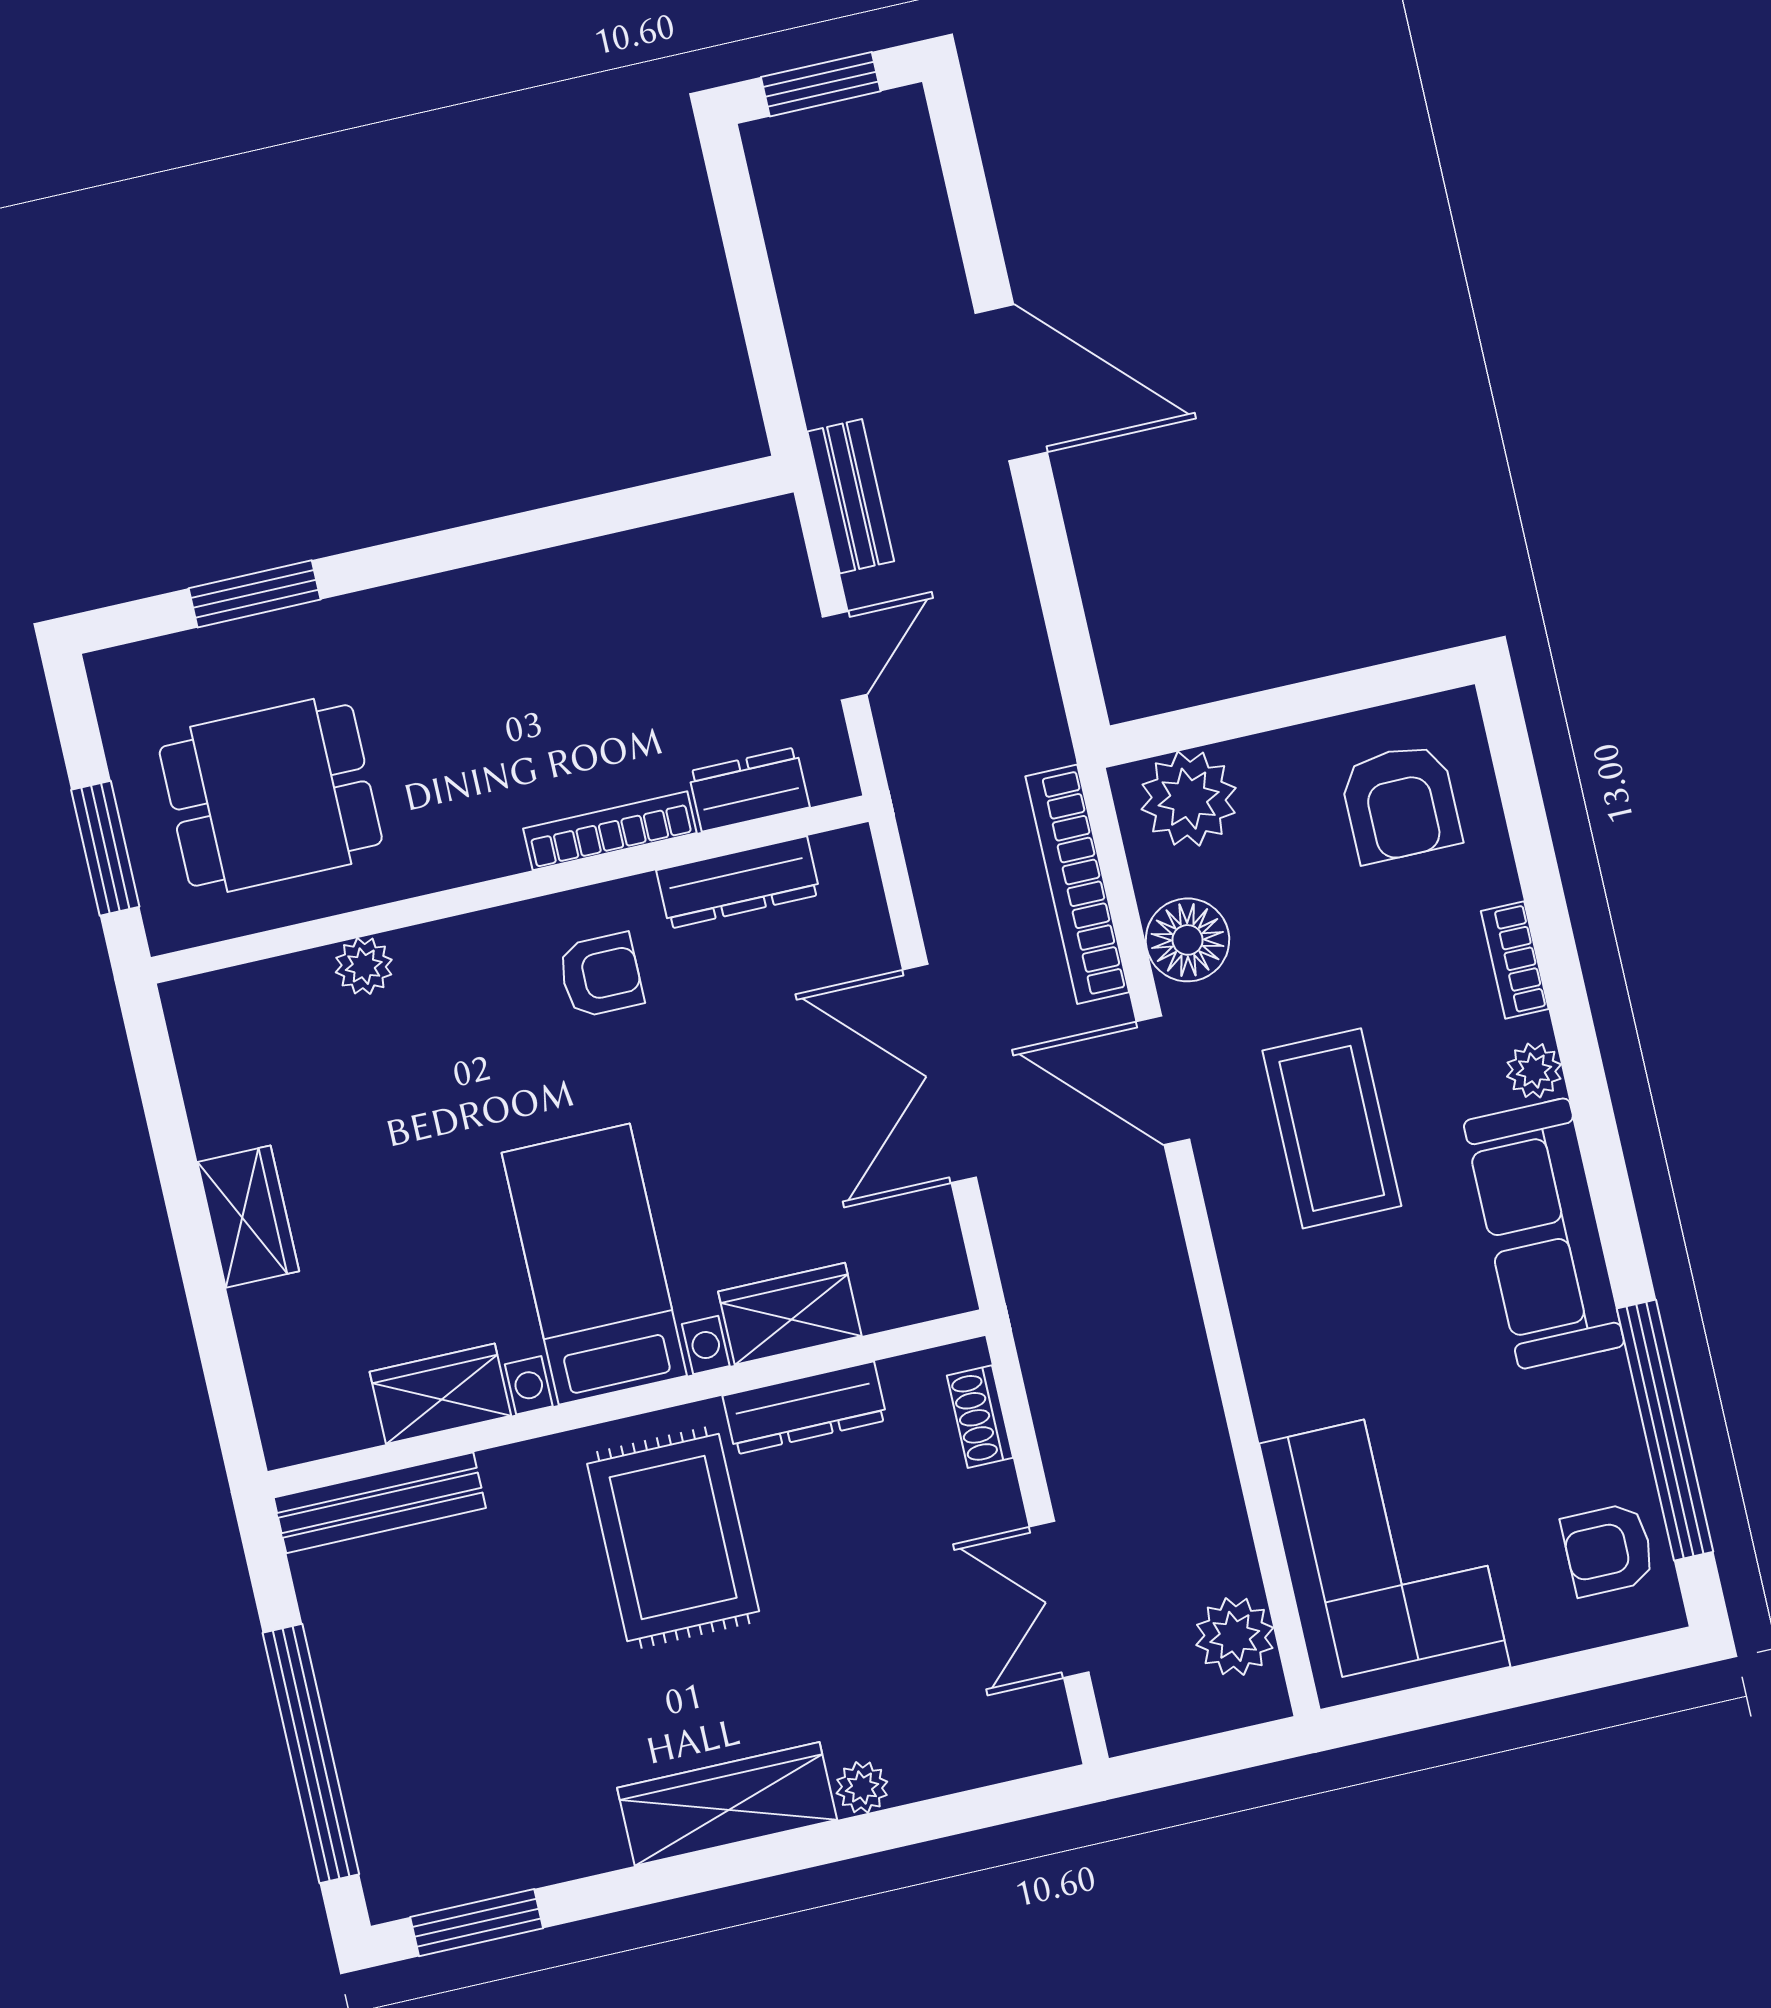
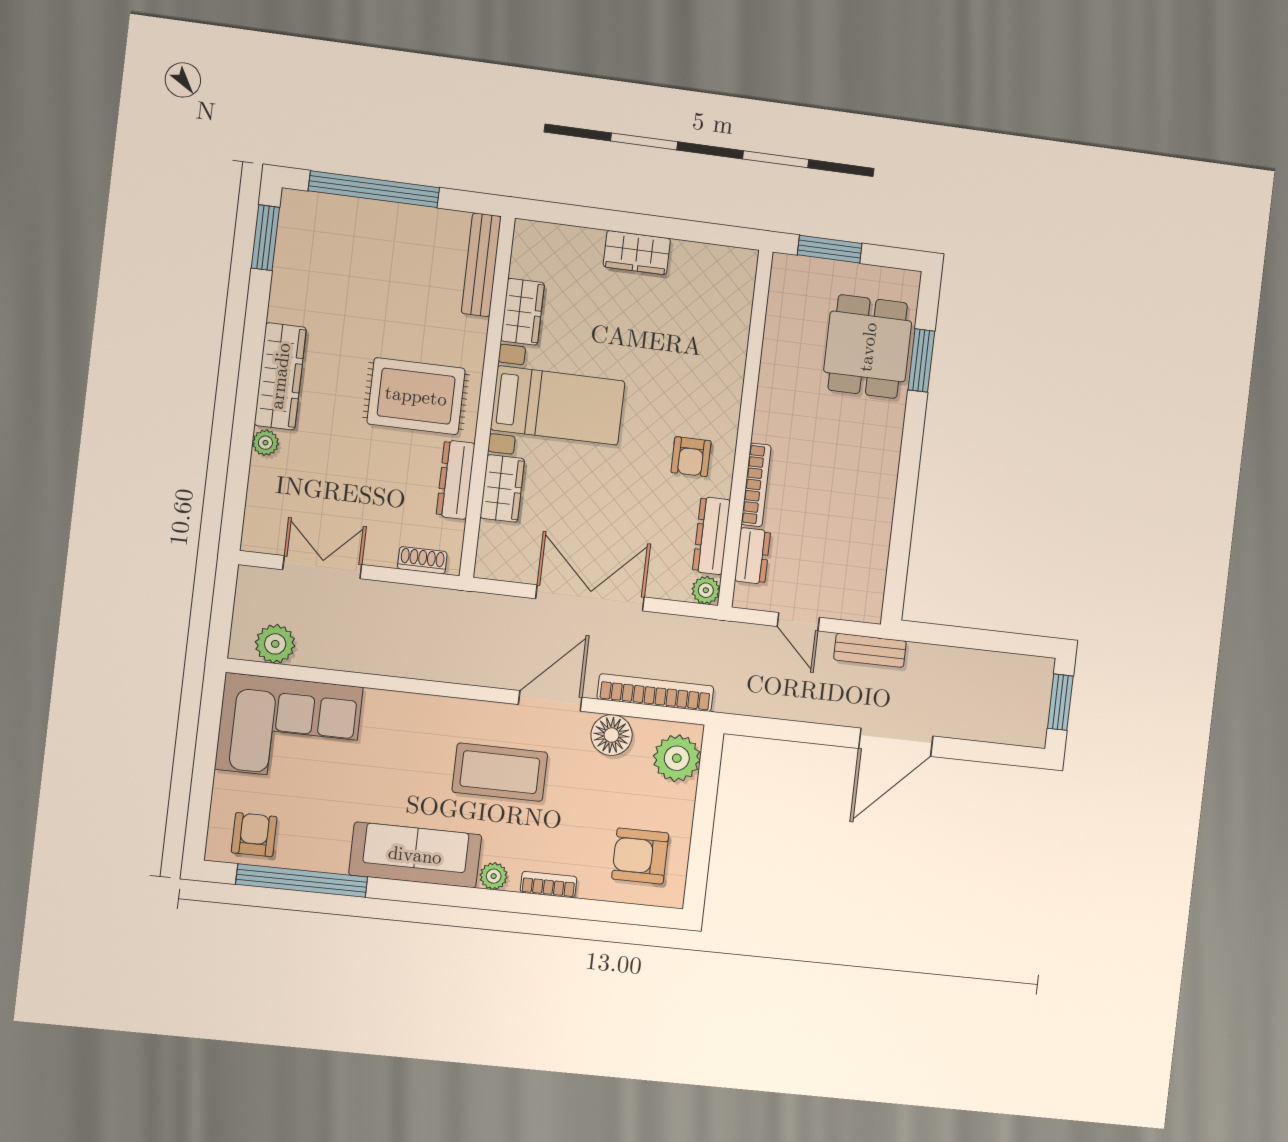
dining table: (271, 795) -> (868, 347), moved
plant: (364, 966) -> (706, 590), moved

